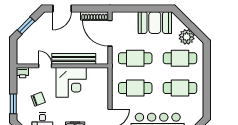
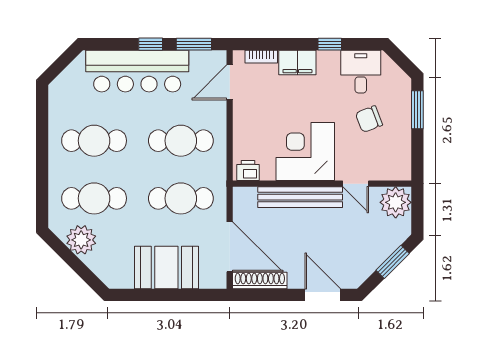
door: (62, 8) -> (323, 295), hinge flipped
booth: (155, 23) -> (166, 268), moved
plant: (25, 56) -> (396, 202), added
printer: (23, 73) -> (248, 171), moved

